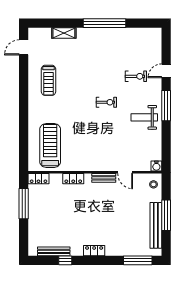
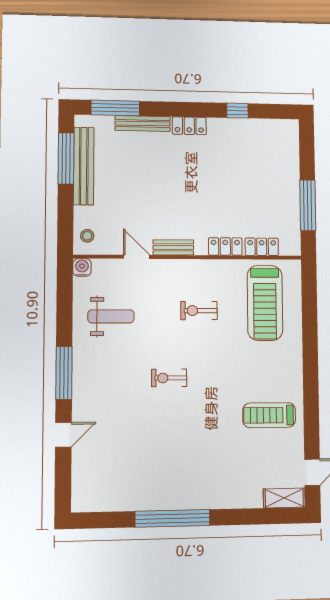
shelving: (64, 33) -> (284, 498), moved
exercise bike: (136, 76) -> (199, 311), moved
treadmill: (49, 80) -> (269, 415), turned -90
weight bench: (144, 117) -> (111, 316), moved
locker: (39, 179) -> (262, 247), moved
window: (166, 215) -> (66, 158), moved
bench: (54, 251) -> (143, 124), moved

